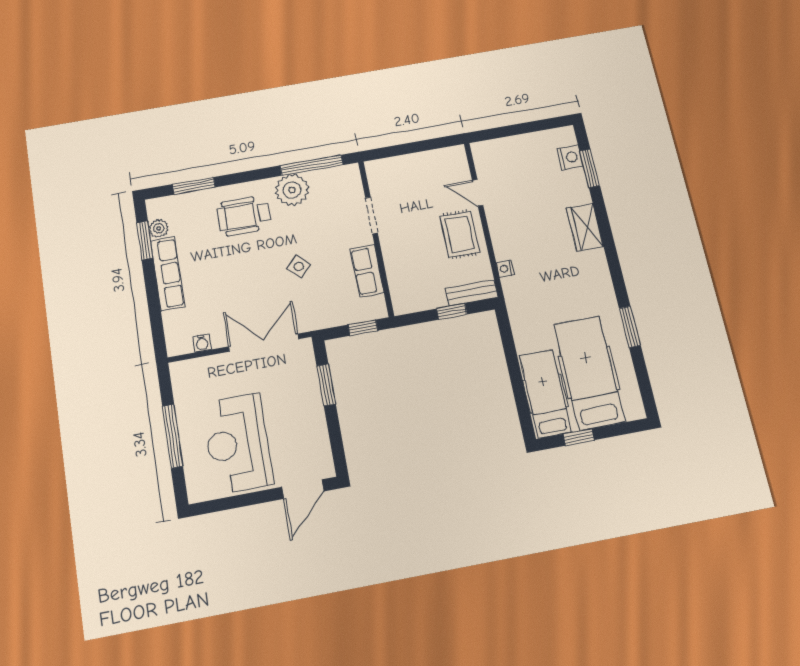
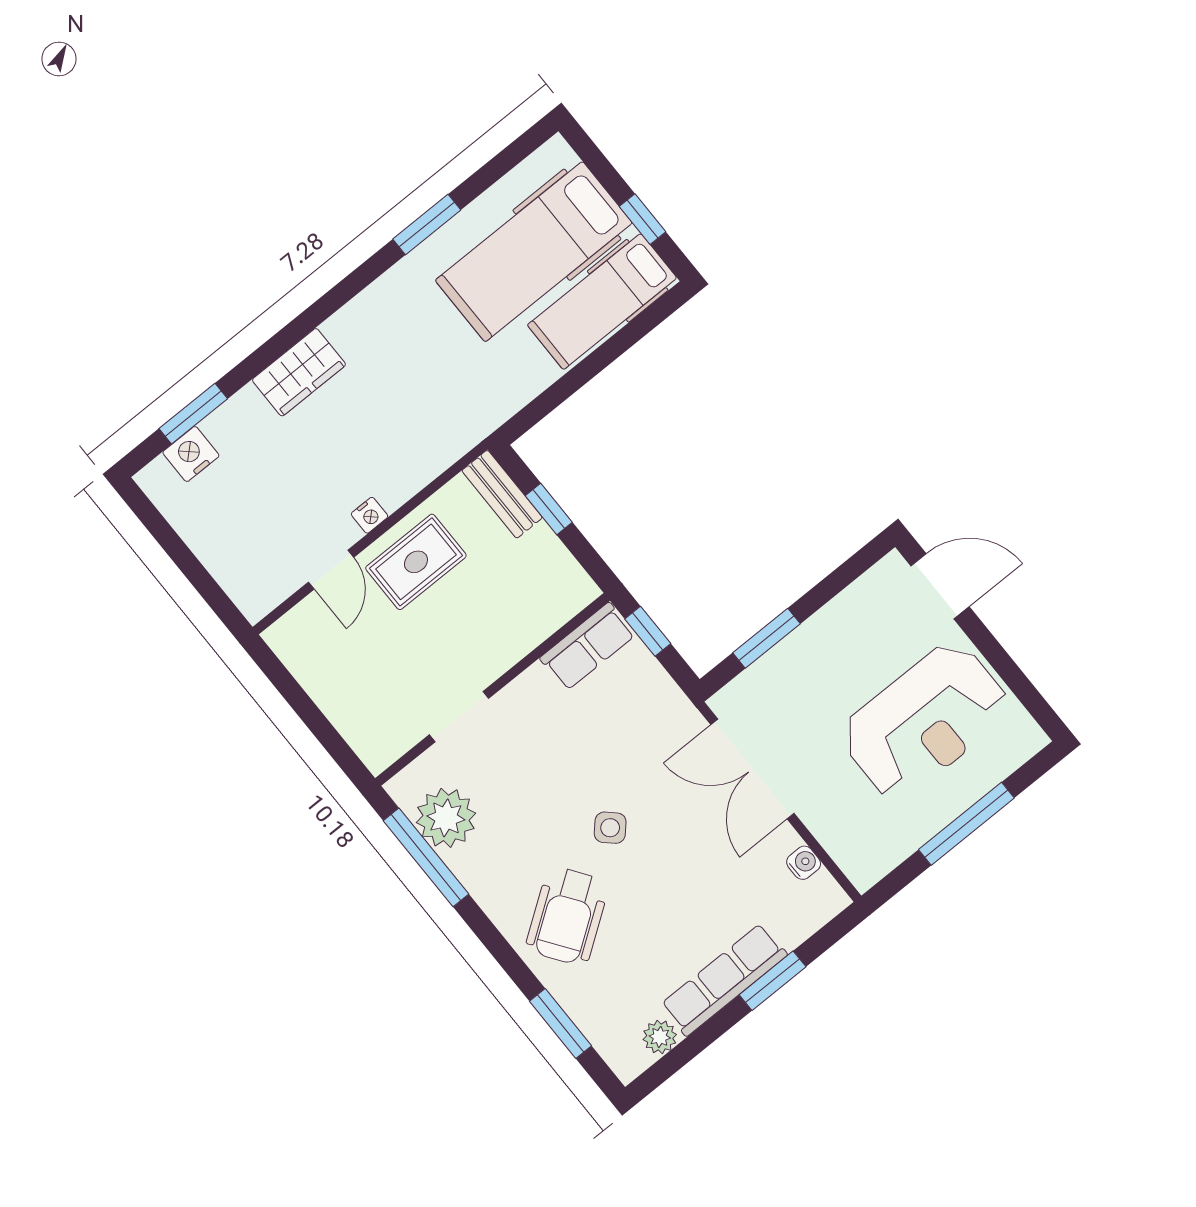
plant: (292, 190) -> (446, 818), moved
wheelchair: (244, 216) -> (567, 916), turned 55
window: (145, 241) -> (773, 981), moved
side table: (299, 266) -> (610, 828), moved
nightstand: (505, 269) -> (370, 515), moved
row of seats: (367, 271) -> (588, 647), moved

